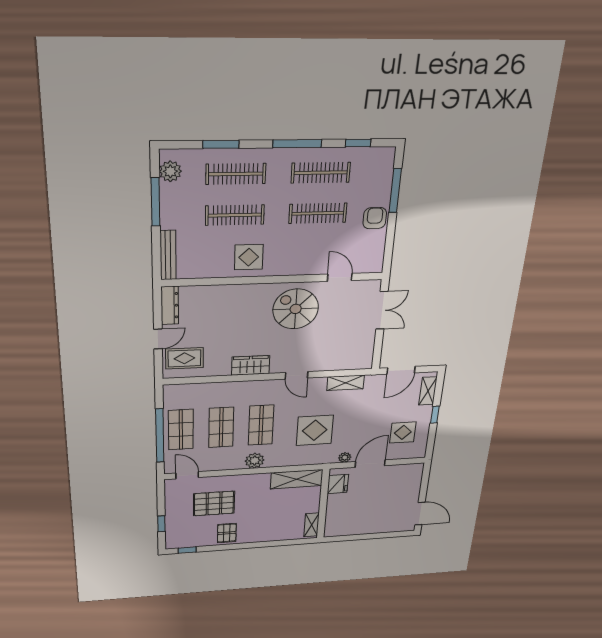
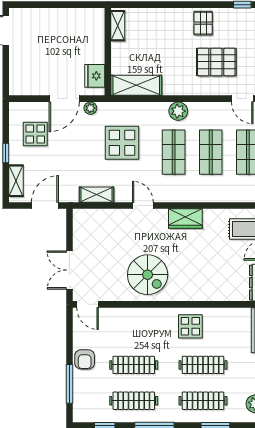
door: (340, 277) -> (87, 304), moved

